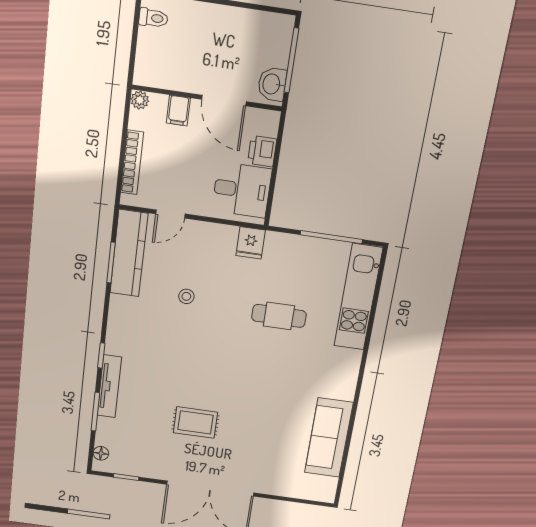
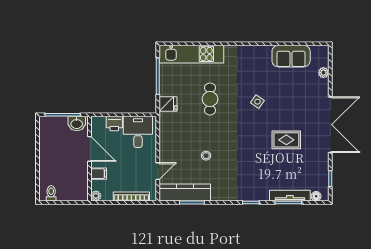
door: (224, 101) -> (89, 149), hinge flipped
door: (170, 214) -> (158, 171), hinge flipped
fridge: (251, 243) -> (168, 104), moved
tv unit: (109, 386) -> (290, 196), moved
side table: (263, 388) -> (257, 102), added
rug: (196, 422) -> (286, 140), turned 90
sofa: (329, 438) -> (291, 56), width x0.73
plant: (293, 490) -> (323, 73), added

